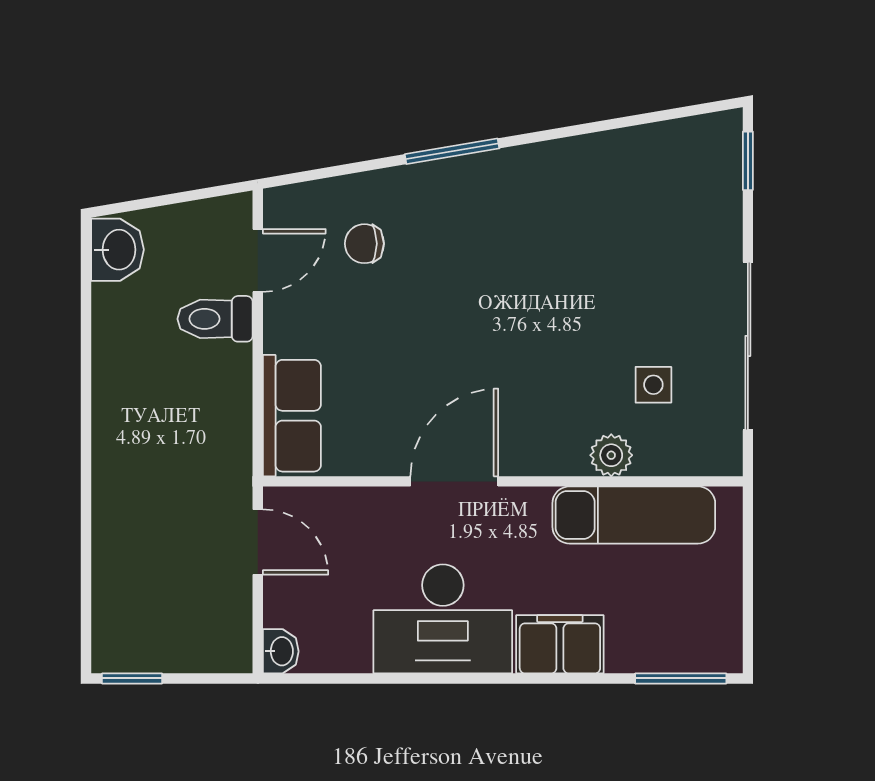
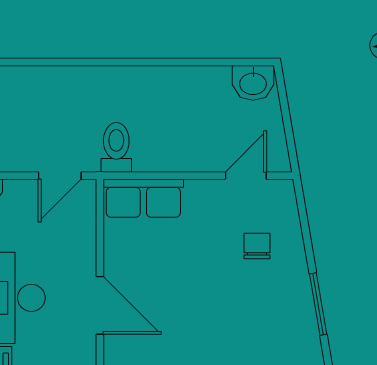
door: (258, 260) -> (246, 176), swing flipped
toilet: (215, 319) -> (116, 147), moved

